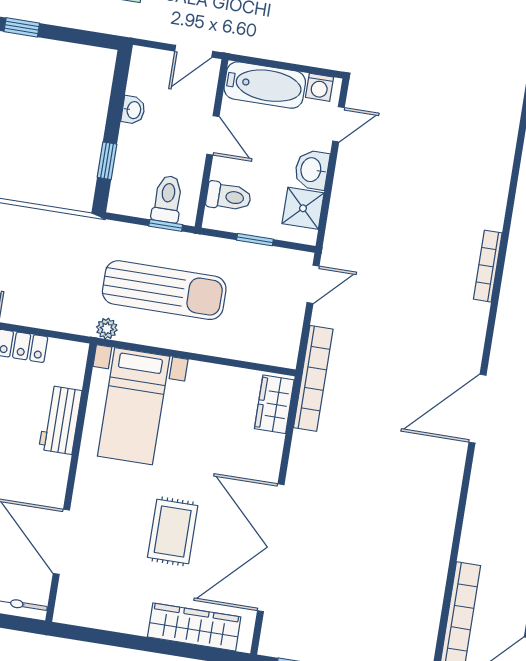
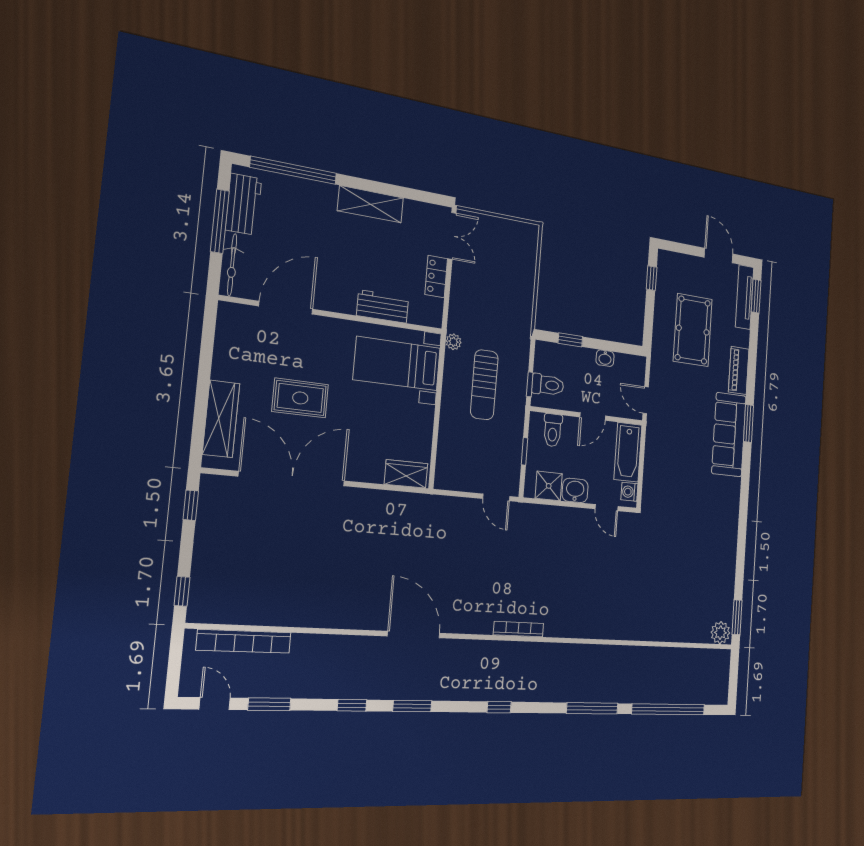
sun lounger: (164, 290) -> (484, 385), width x0.73, depth x0.75
bookcase: (313, 378) -> (428, 503), removed

